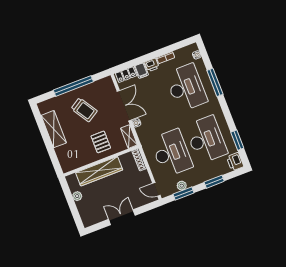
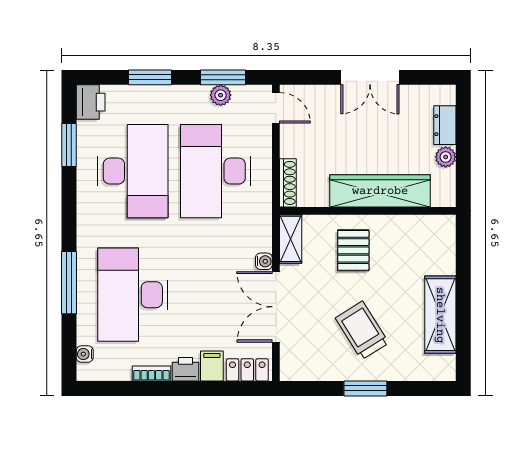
window: (73, 86) -> (365, 388), width x0.47
desk: (206, 140) -> (133, 171), turned 180
dresser: (83, 209) -> (445, 125), added

